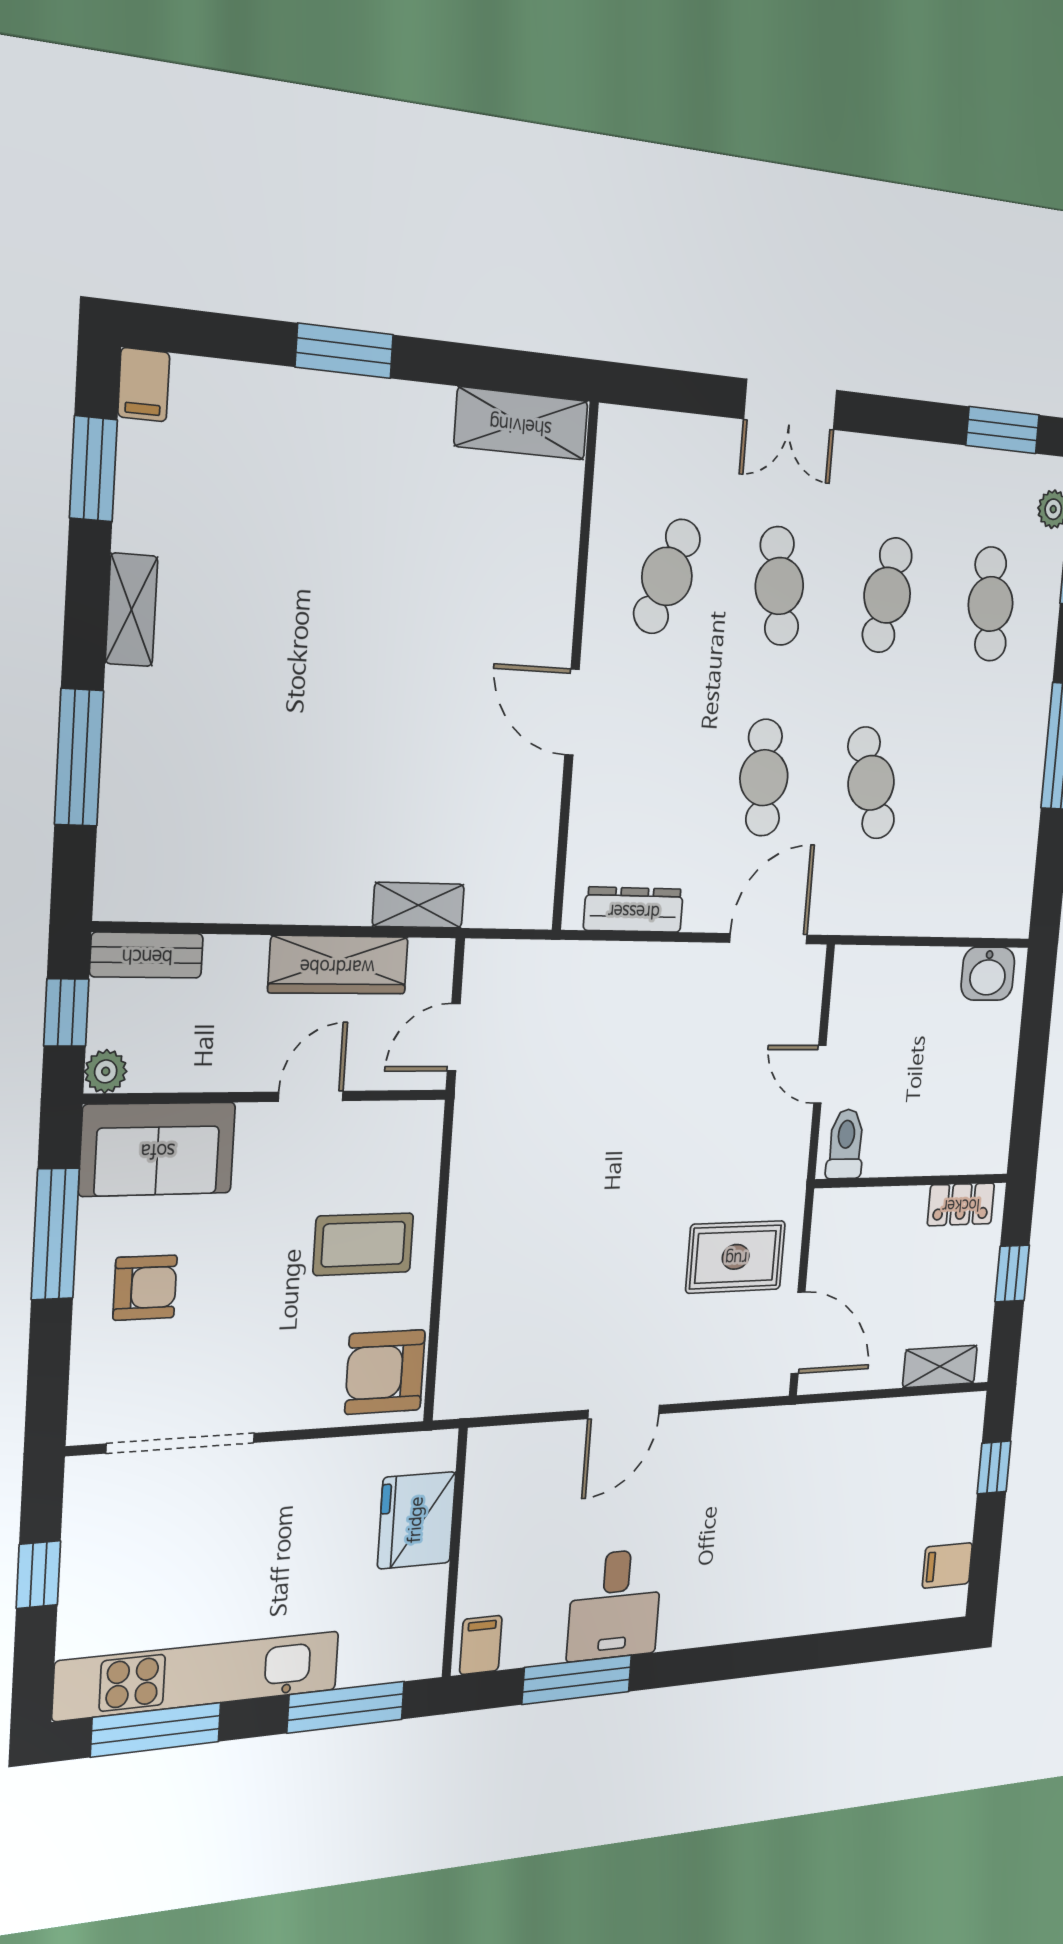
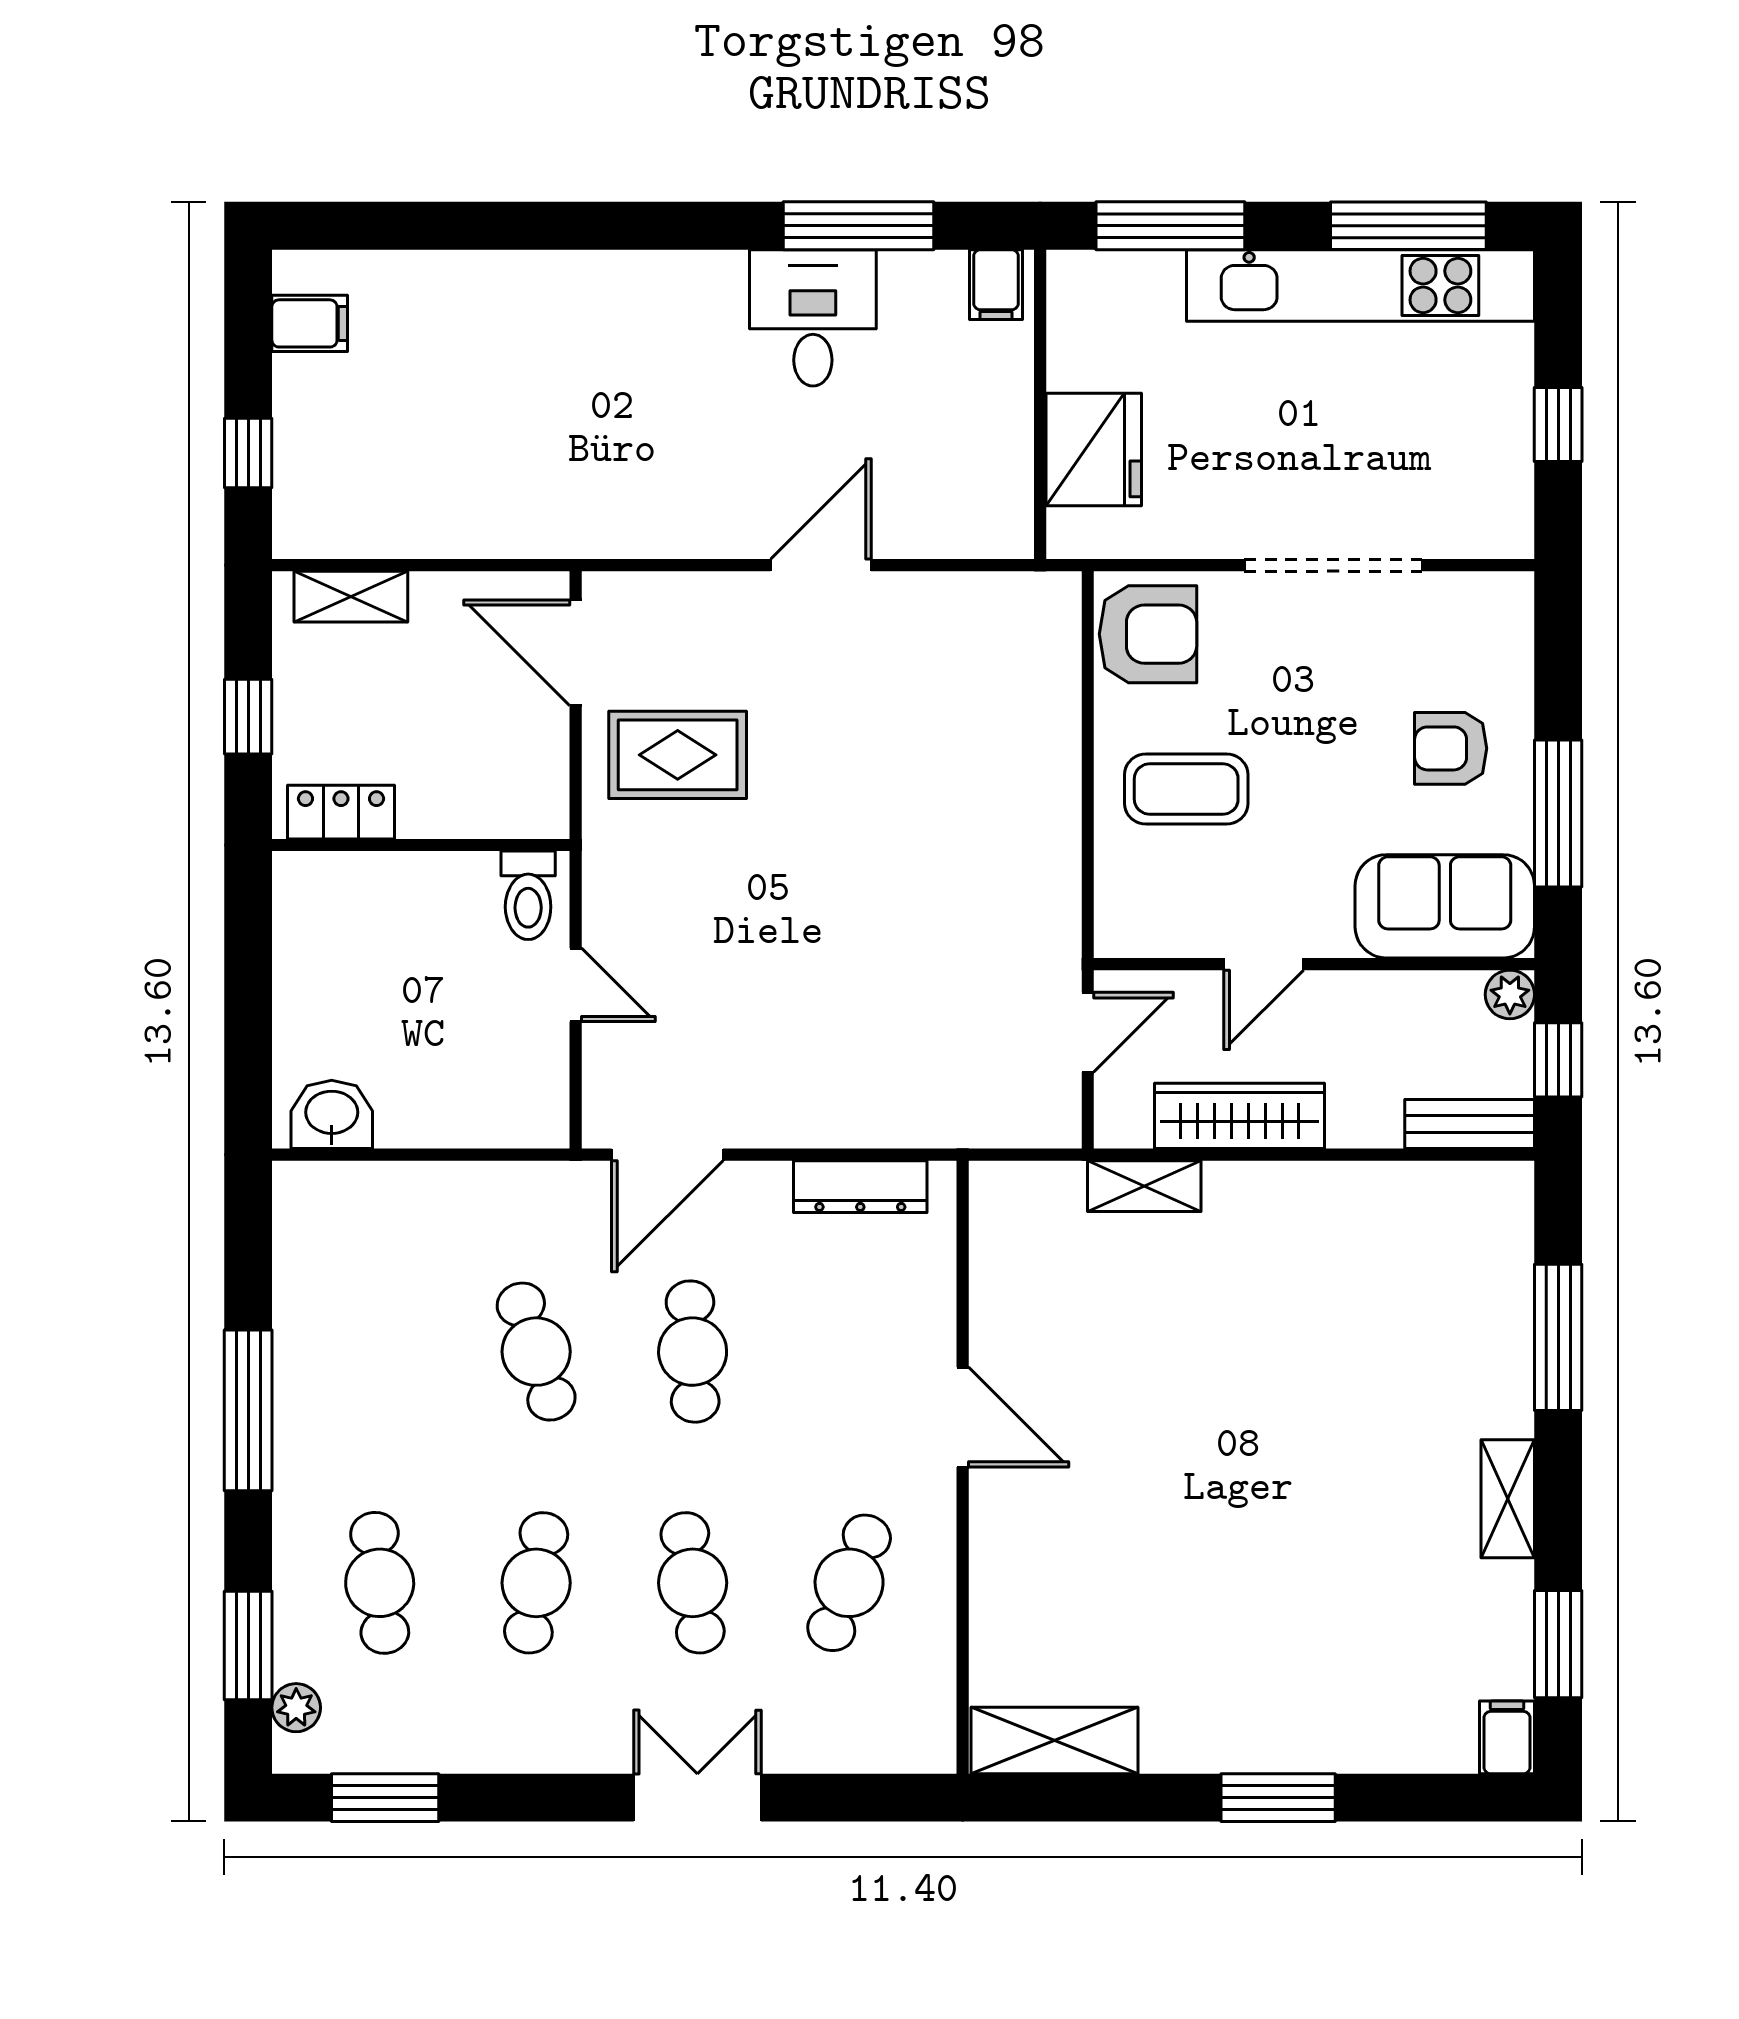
doorway: (181, 1443) -> (1333, 565), moved

